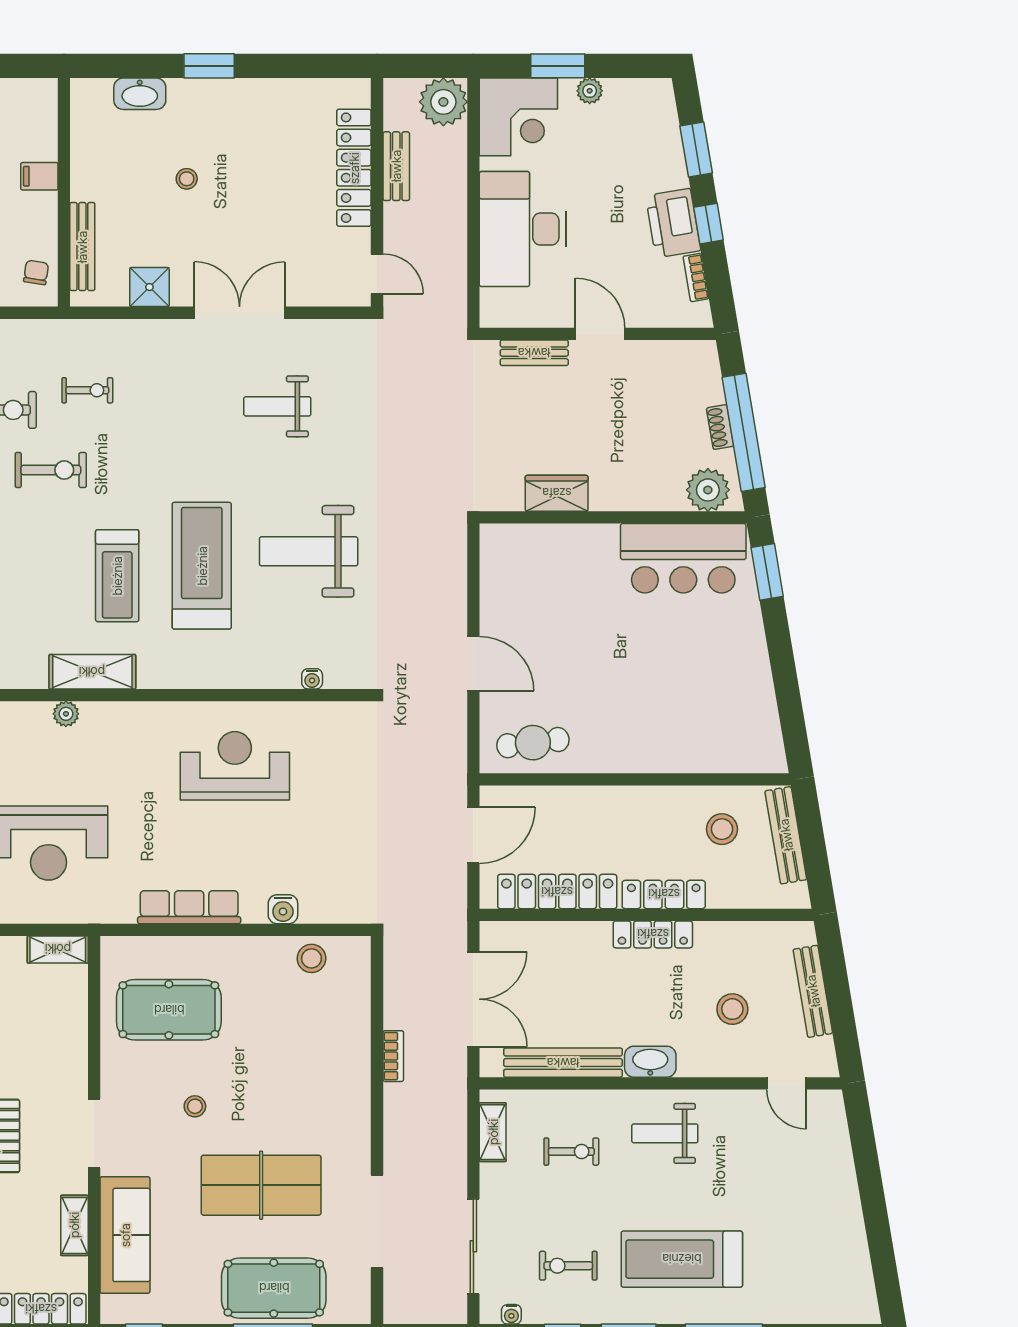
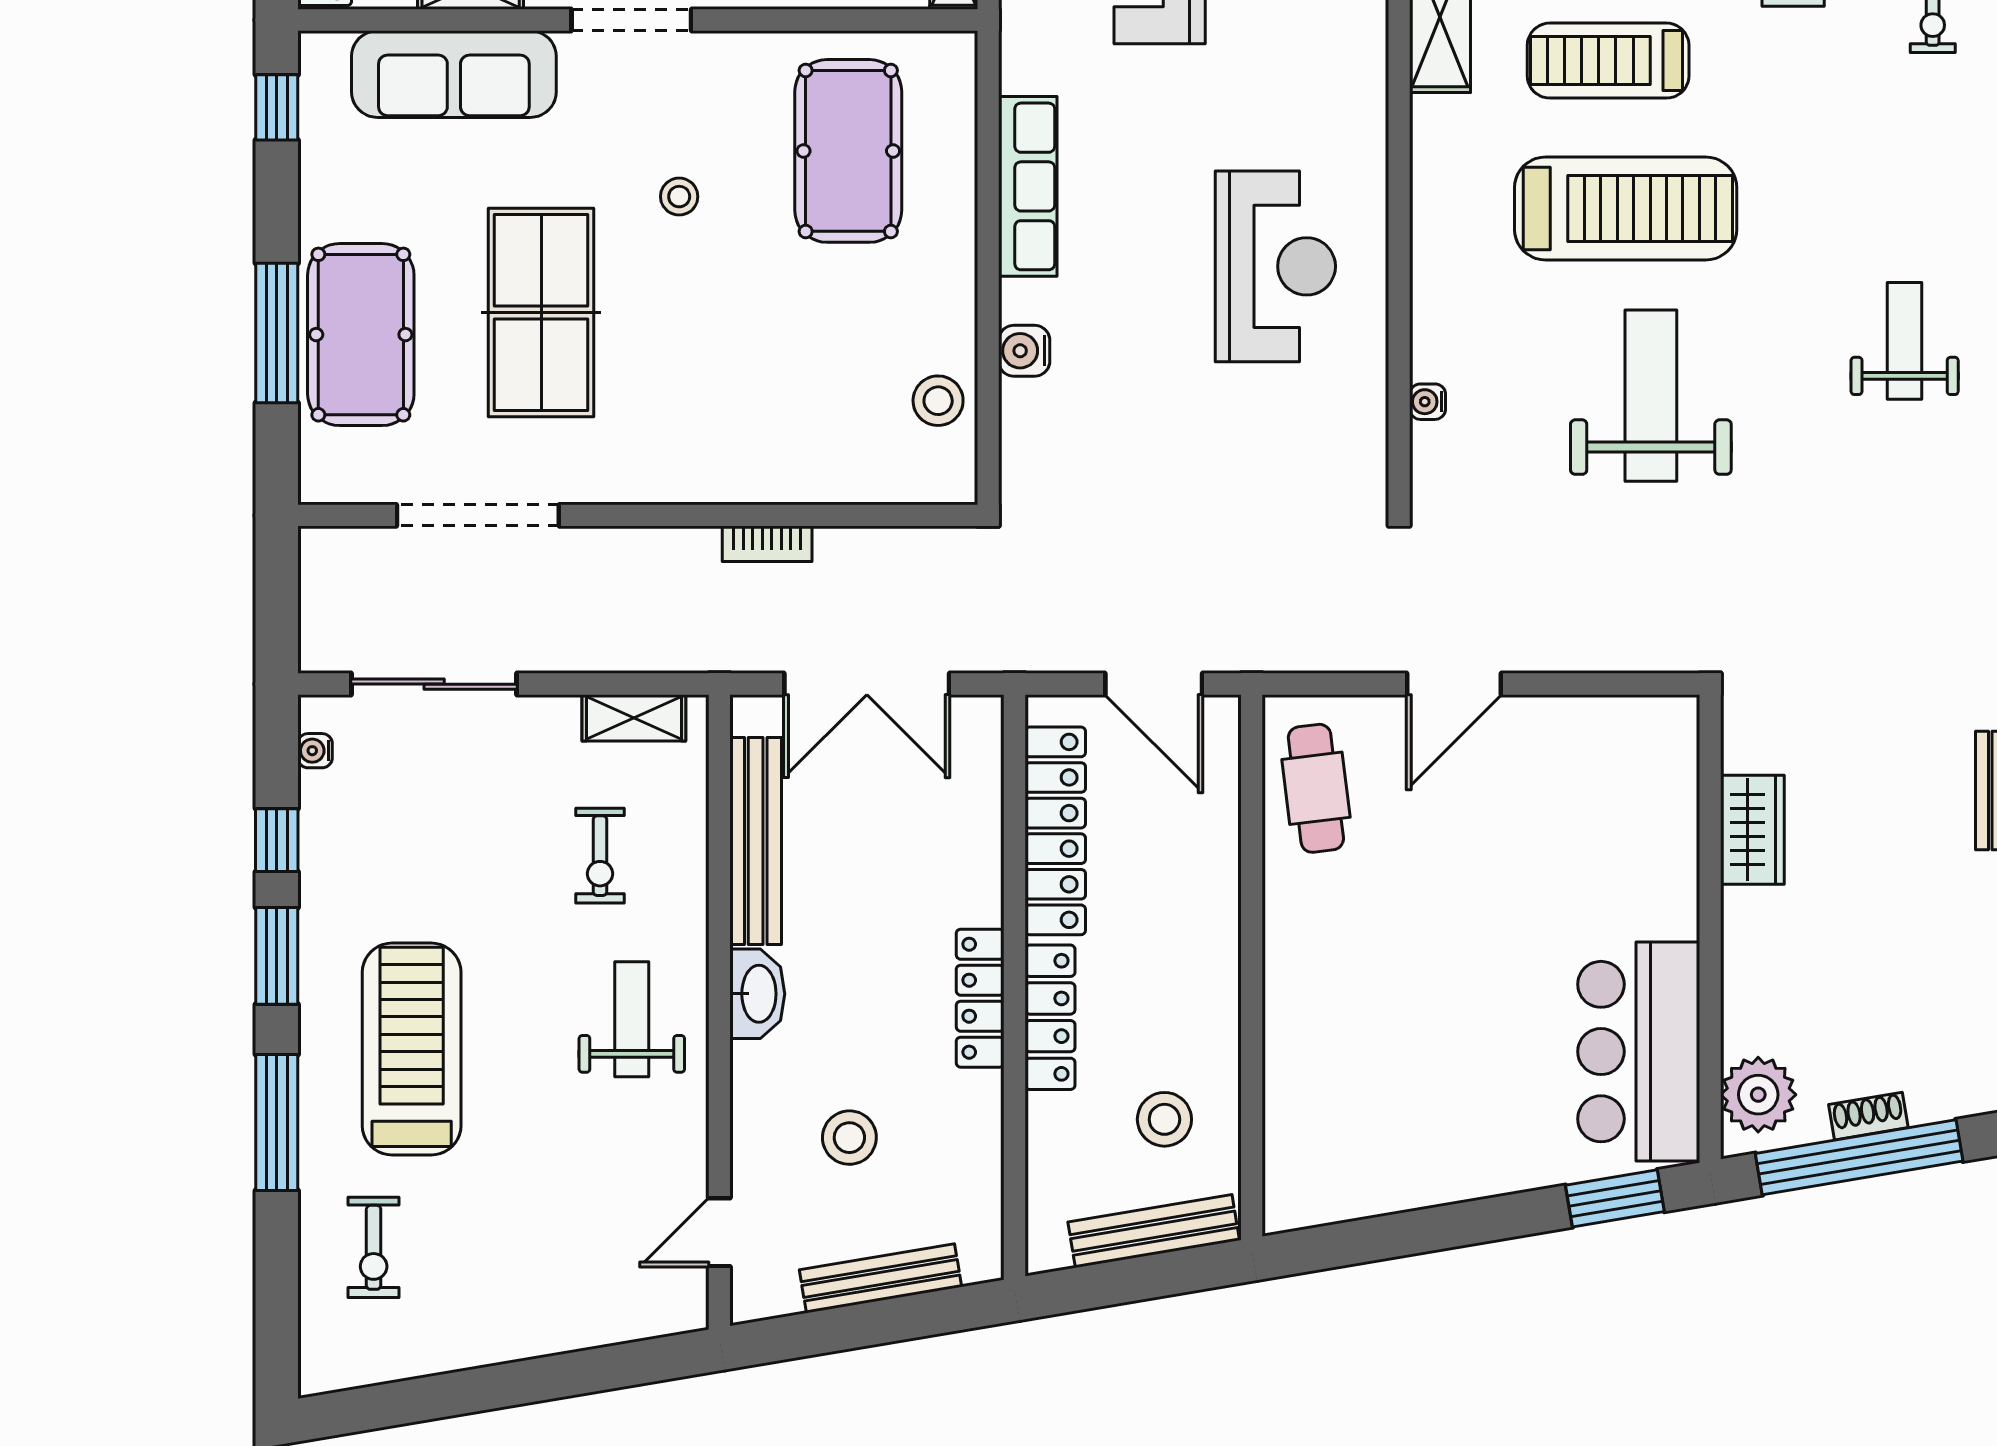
exercise bike: (568, 1266) -> (374, 1247), moved, turned 180

